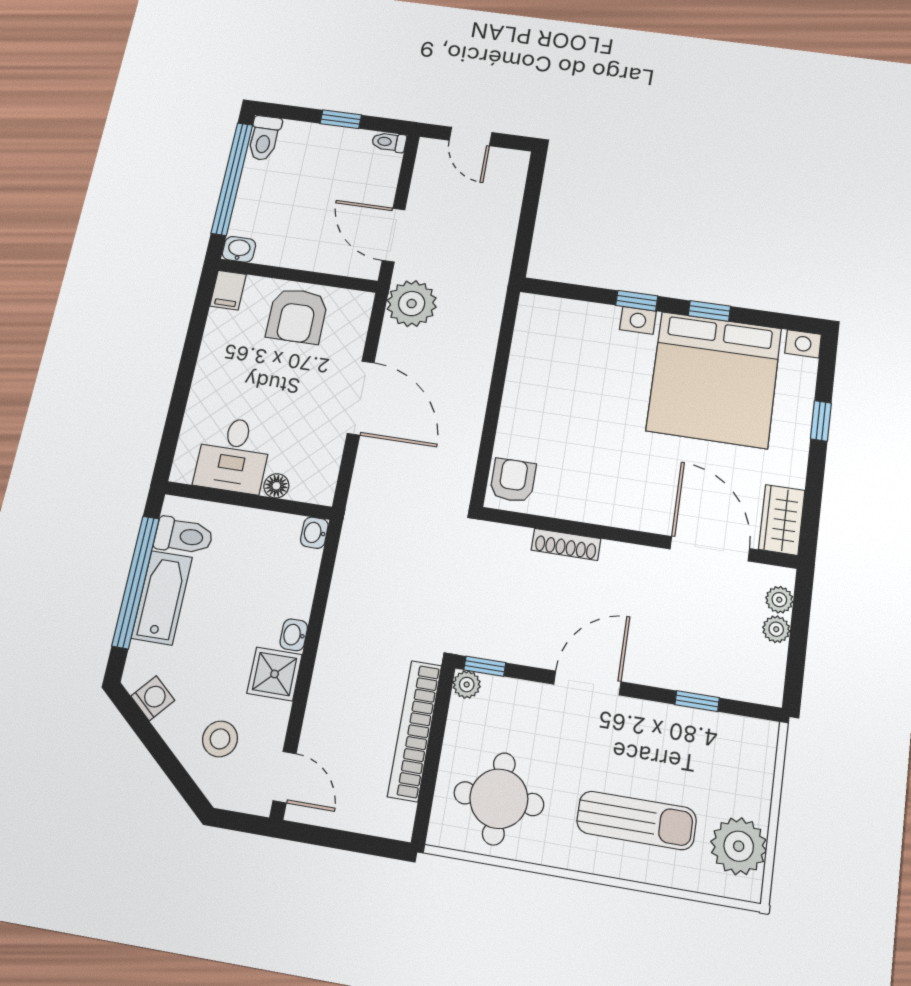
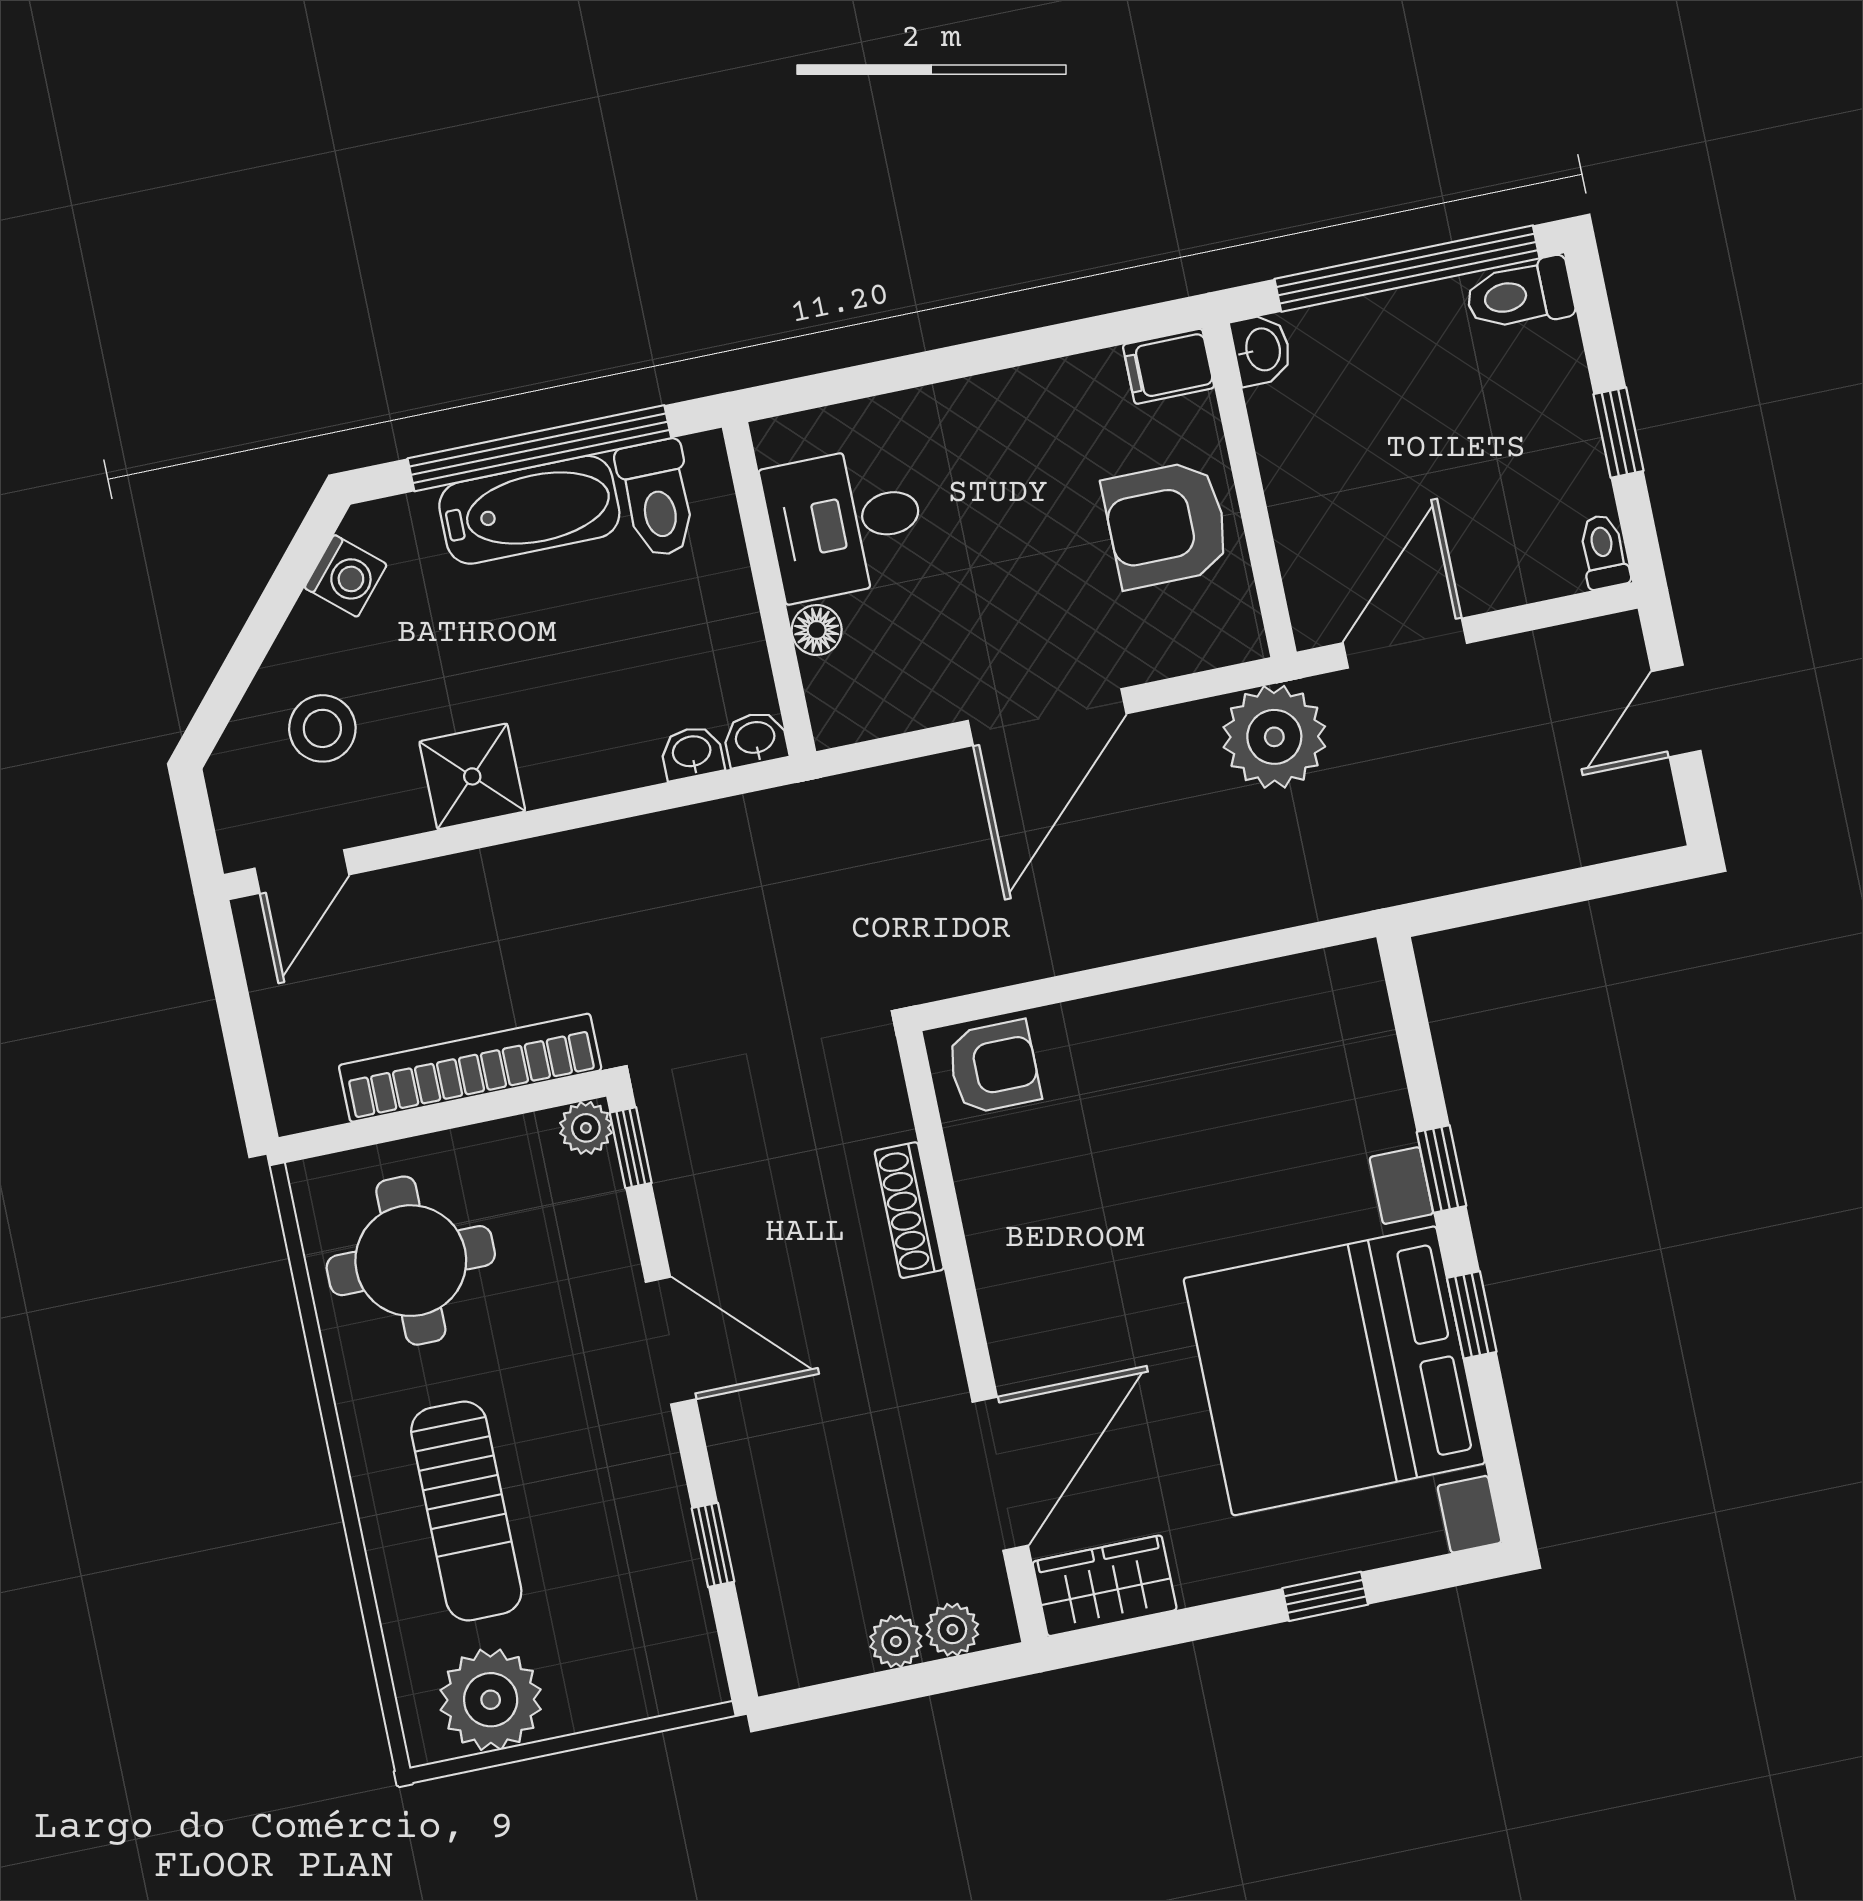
washbasin: (294, 635) -> (692, 753), moved

